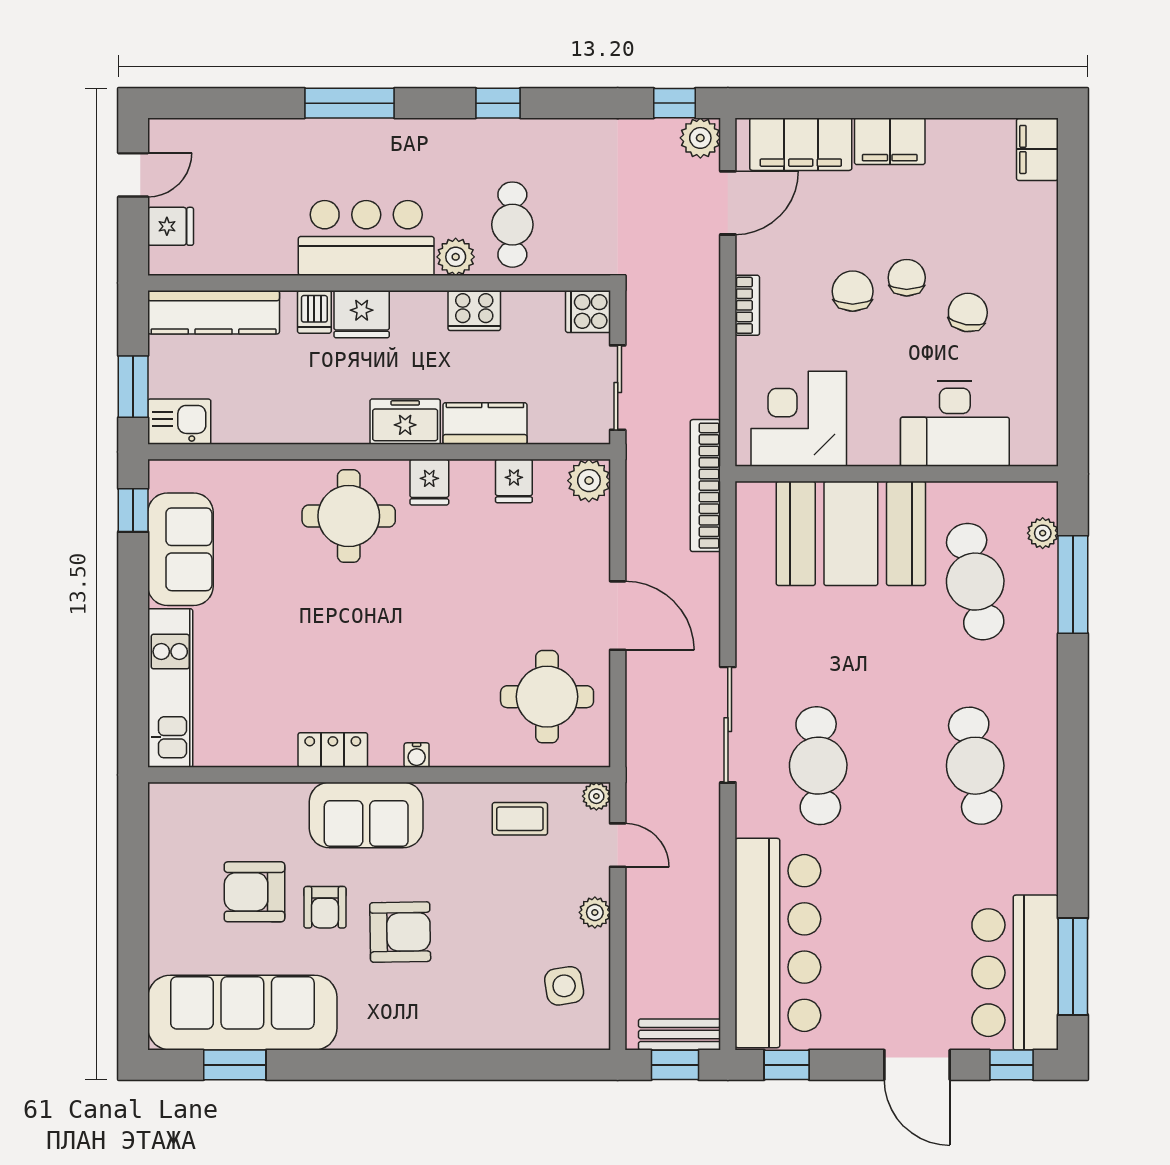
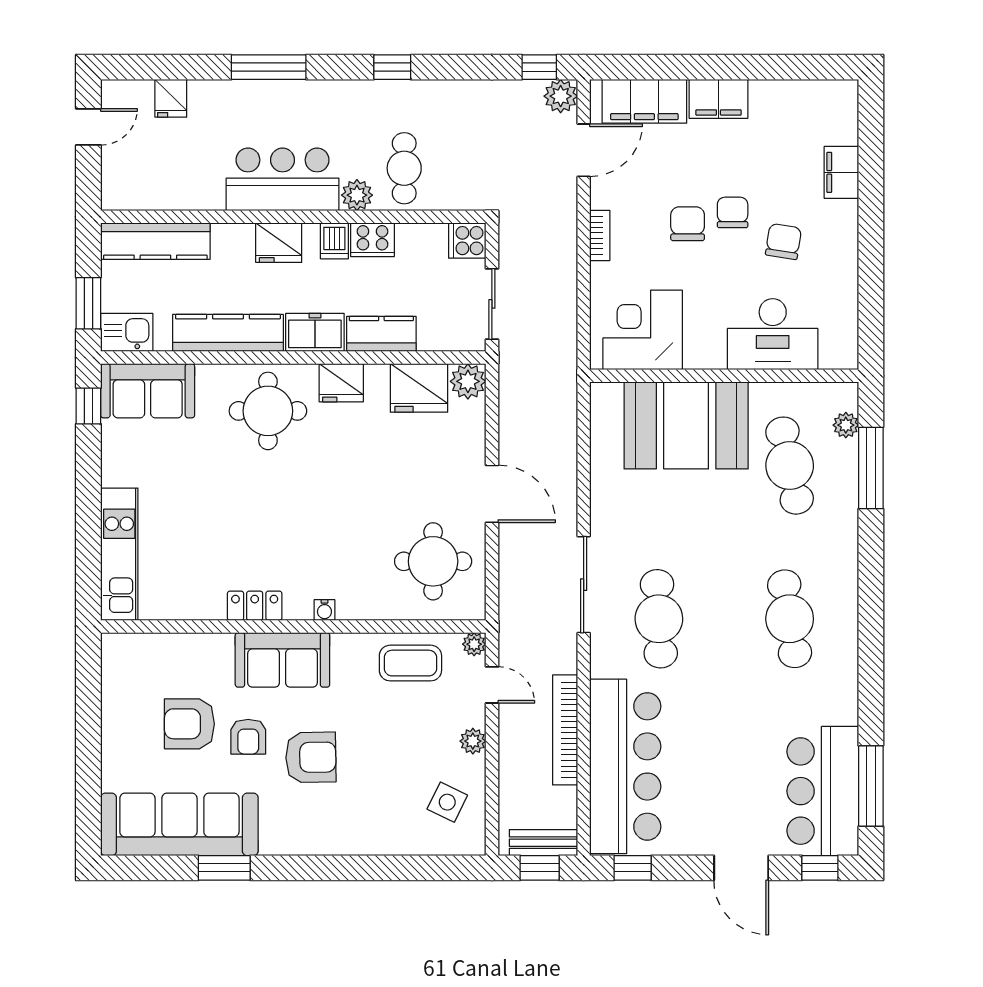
filing cabinet: (1037, 149) -> (841, 172), moved
fridge: (171, 226) -> (171, 98), moved, turned 90
dishwasher: (314, 312) -> (334, 241), moved
kitchen counter: (301, 422) -> (228, 333), added
fridge: (514, 481) -> (419, 388), width x1.88, depth x1.34
fridge: (429, 482) -> (341, 383), width x1.38
bookcase: (705, 486) -> (565, 730), moved
sofa: (180, 549) -> (148, 391), moved, turned 90
coffee table: (520, 819) -> (410, 663), width x1.36, depth x1.30
side table: (564, 986) -> (447, 802), turned 35
window: (235, 1065) -> (224, 868), moved

